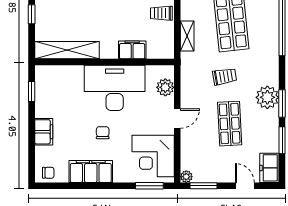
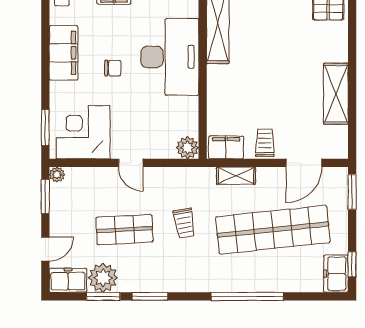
filing cabinet: (132, 50) -> (226, 147), moved, turned -90
plant: (165, 87) -> (187, 148), moved
desk: (115, 88) -> (170, 57), moved
plant: (267, 97) -> (103, 278), moved

